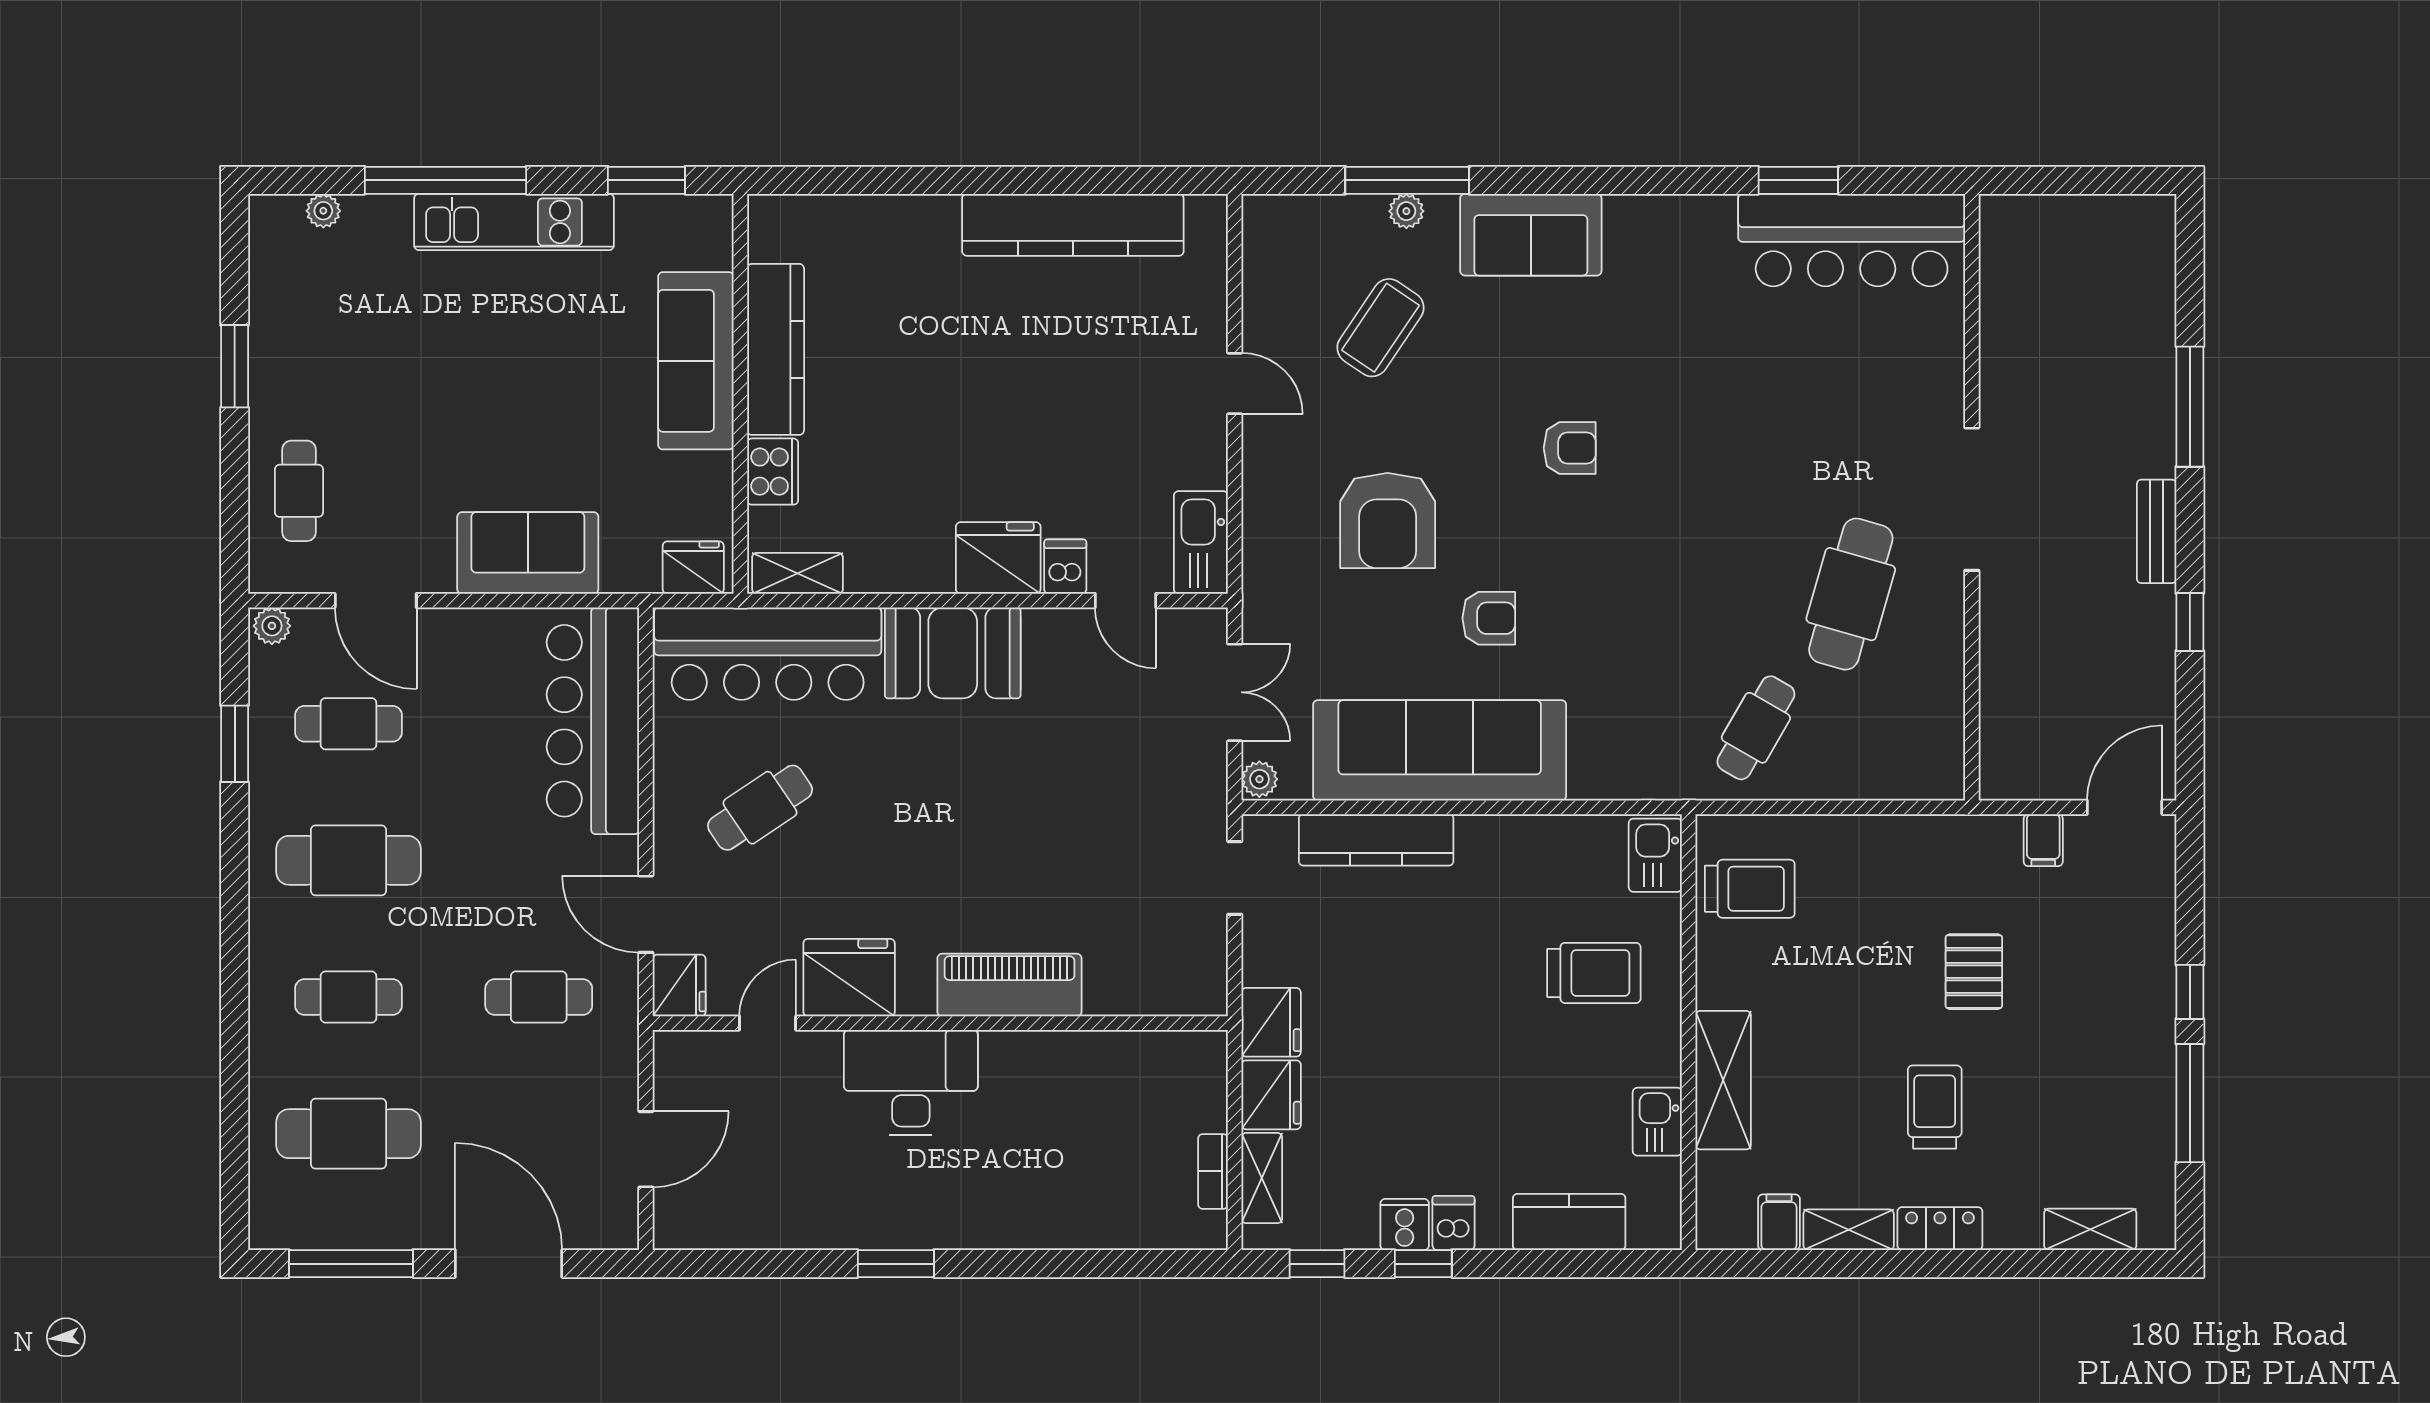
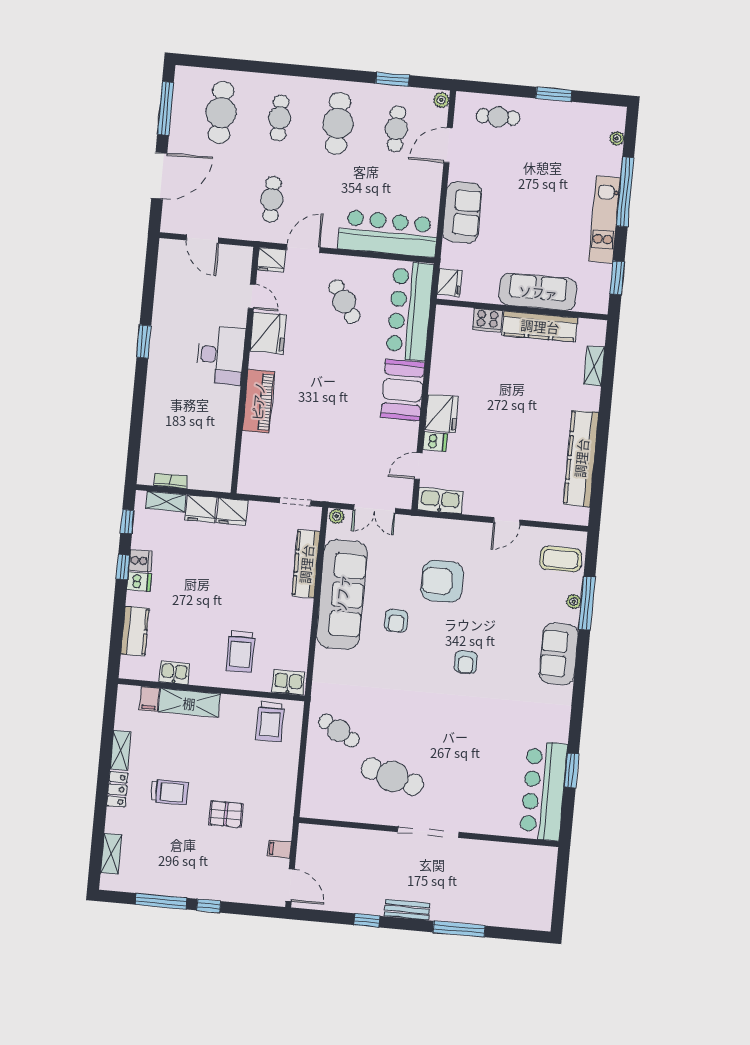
coffee table: (1381, 328) -> (561, 559), moved, turned -34
shelving: (797, 573) -> (594, 366), moved
filing cabinet: (1779, 1222) -> (149, 699), moved, turned 90

